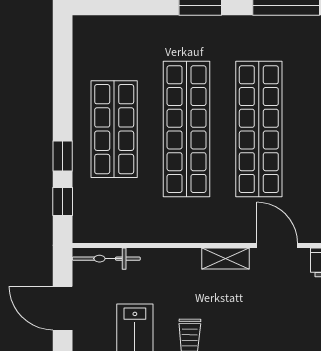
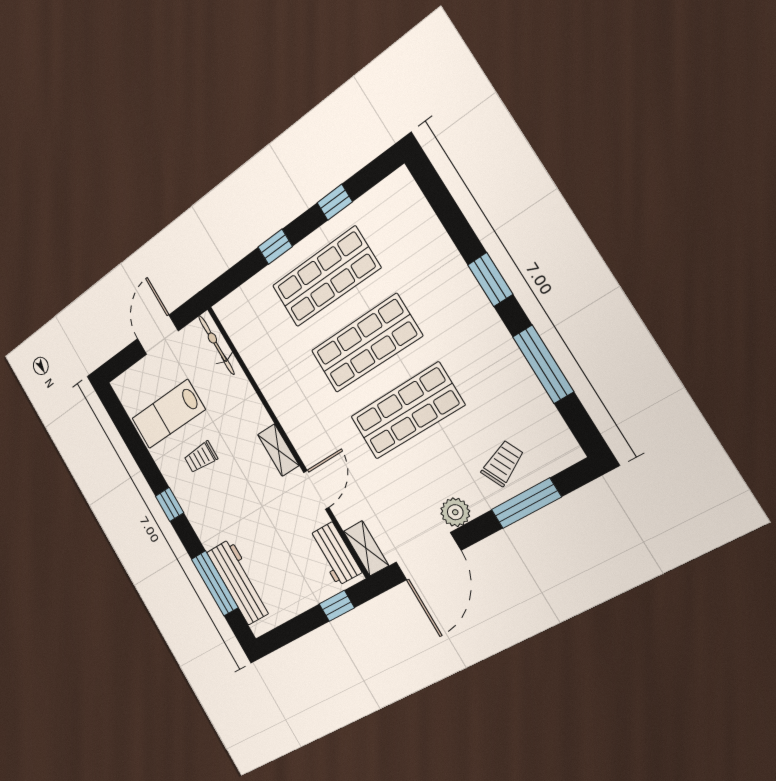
shop shelf: (187, 129) -> (366, 343), width x0.71
shop shelf: (259, 129) -> (407, 411), width x0.71
window: (63, 202) -> (335, 202), moved

